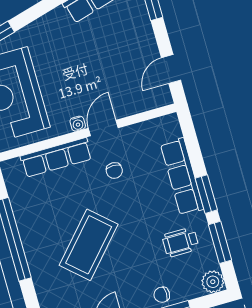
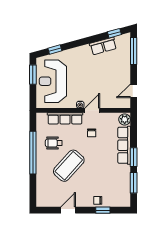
wheelchair: (180, 242) -> (54, 143), moved
plant: (213, 282) -> (125, 119), moved

